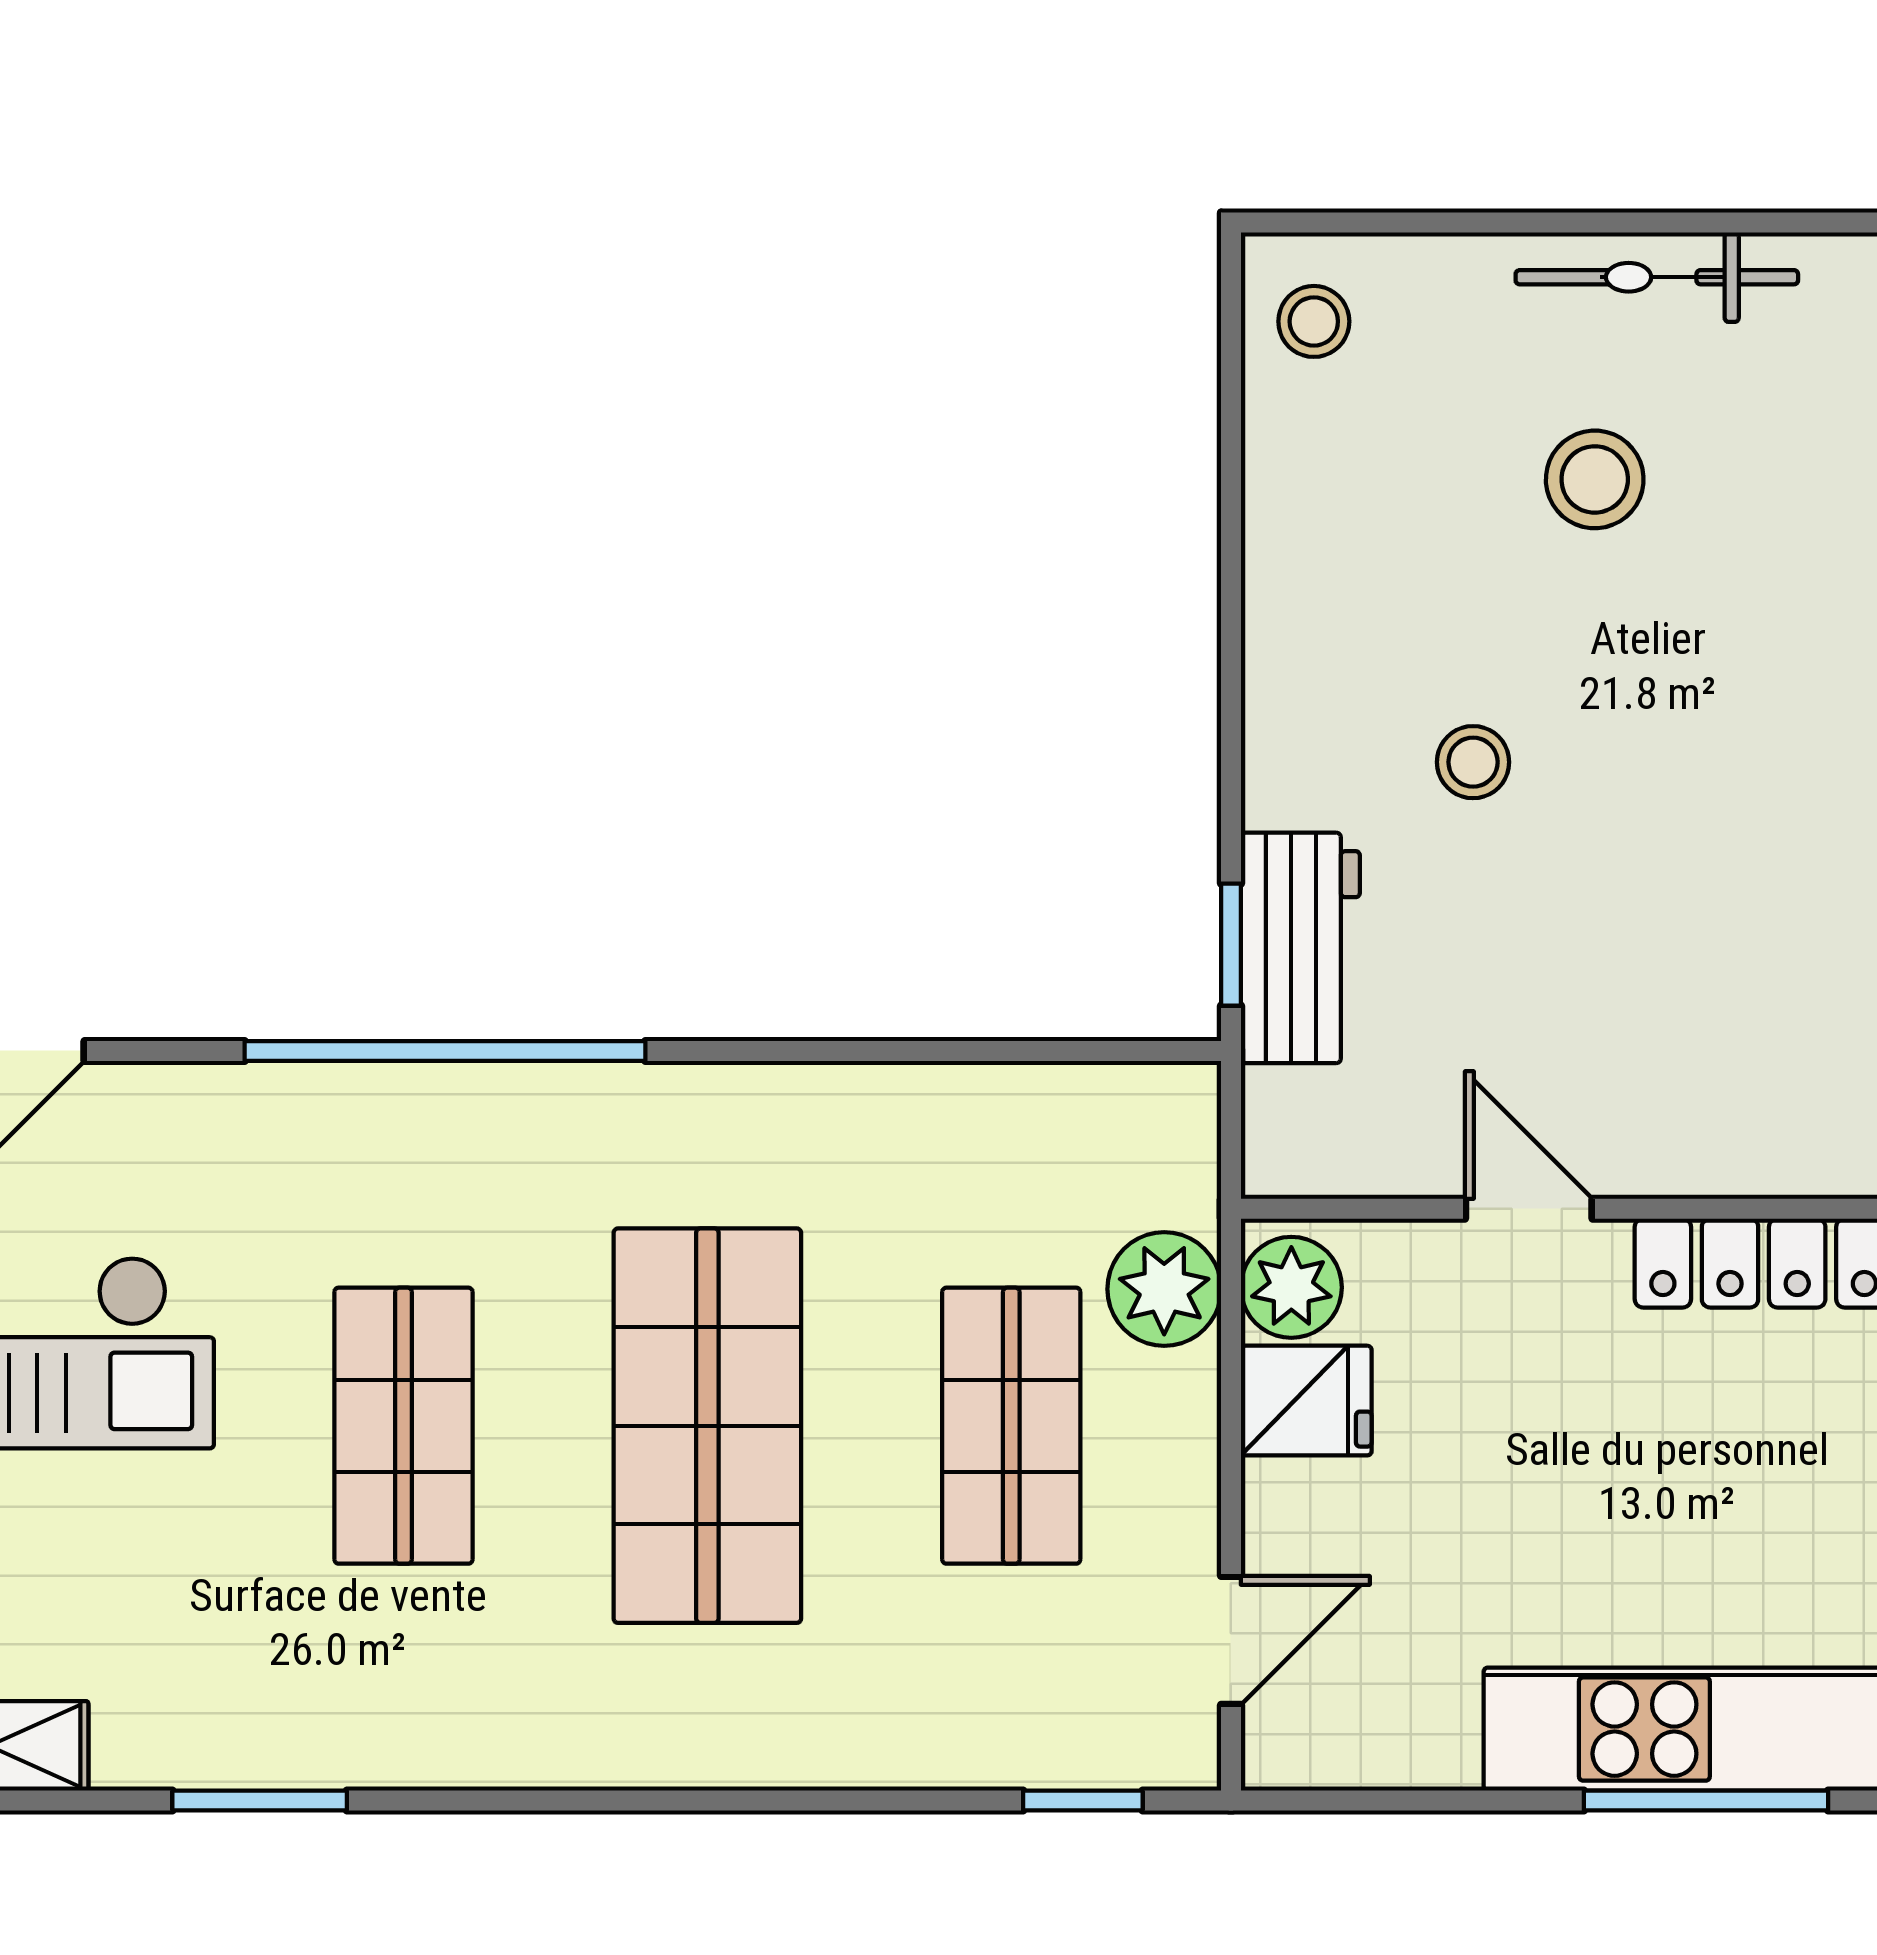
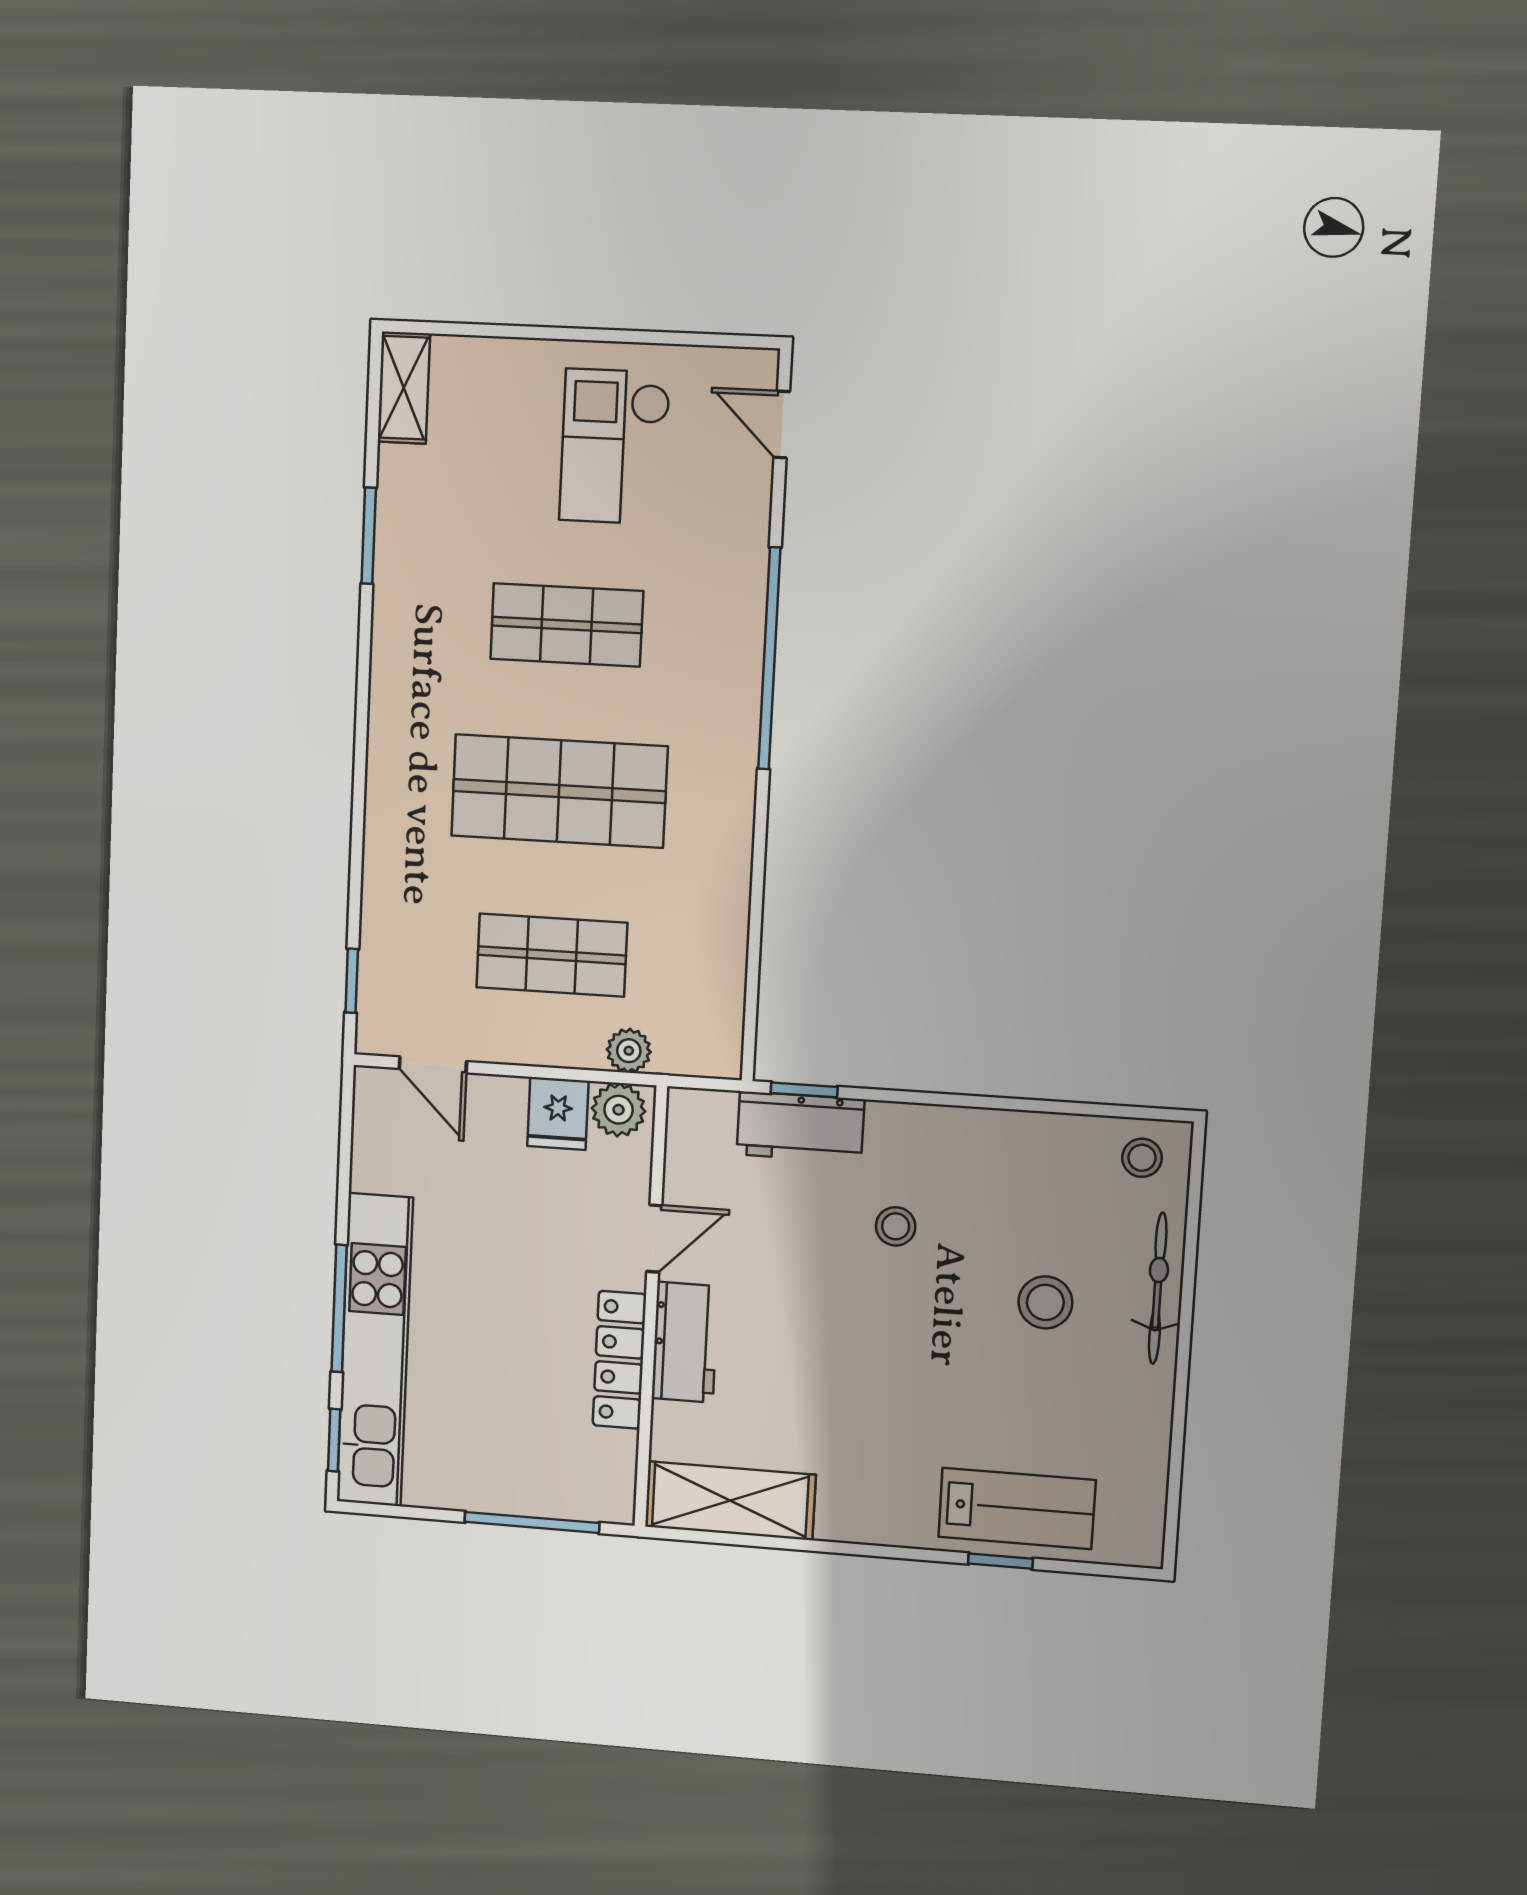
bicycle: (1657, 277) -> (1158, 1288), moved
workbench: (1721, 1141) -> (685, 1342), added
plant: (1164, 1289) -> (629, 1051), width x0.73, depth x0.73

